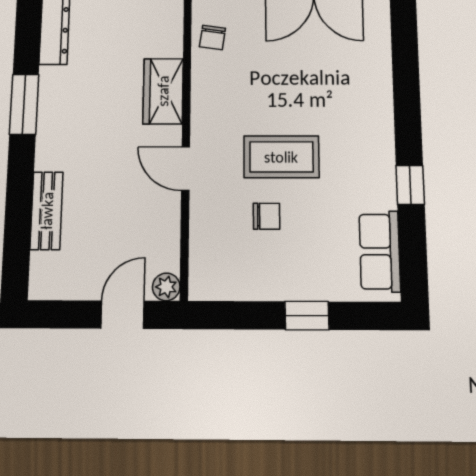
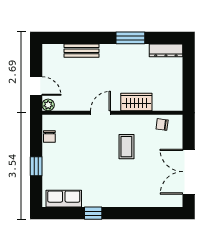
coffee table: (281, 157) -> (126, 147), moved, width x0.73, depth x0.77
chair: (267, 216) -> (49, 137), moved

